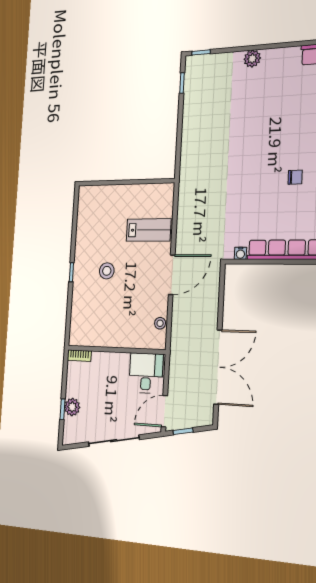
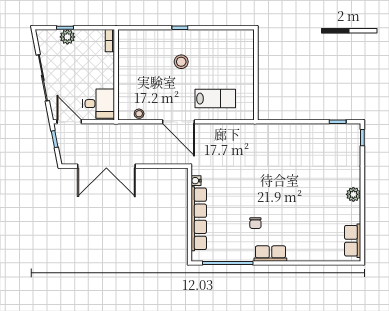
plant: (252, 59) -> (353, 194), moved
lab bench: (149, 230) -> (215, 99), turned -90

